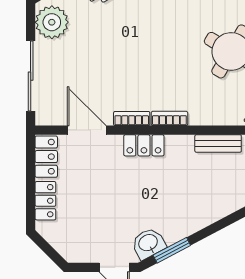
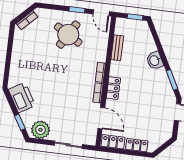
sliding door: (31, 76) -> (68, 145), width x0.73
door: (87, 130) -> (101, 118), swing flipped
washbasin: (148, 243) -> (155, 61), moved

